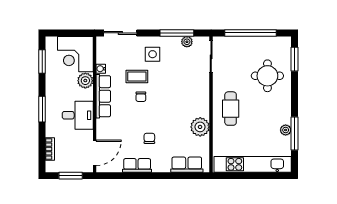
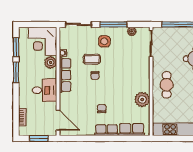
window: (177, 33) -> (114, 24), moved
window: (42, 109) -> (16, 72), moved
door: (95, 153) -> (58, 120), hinge flipped
row of seats: (137, 165) -> (107, 130), moved

